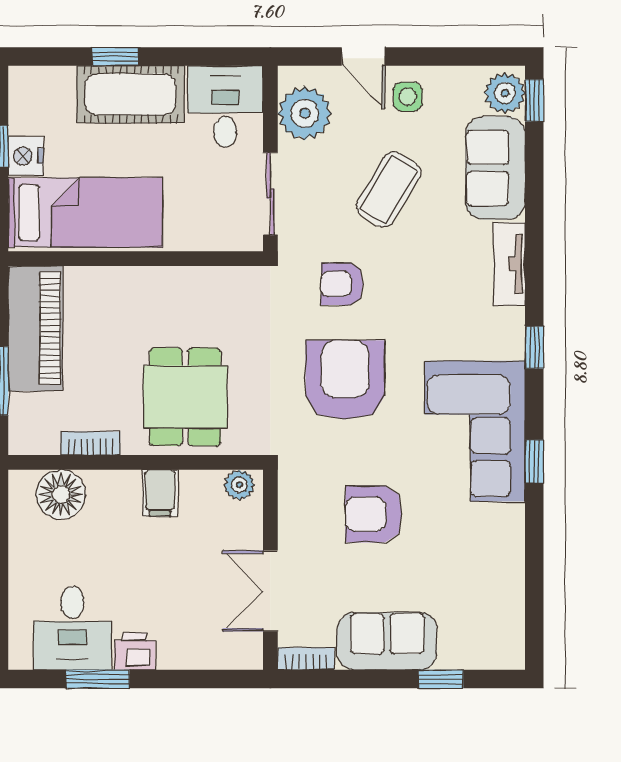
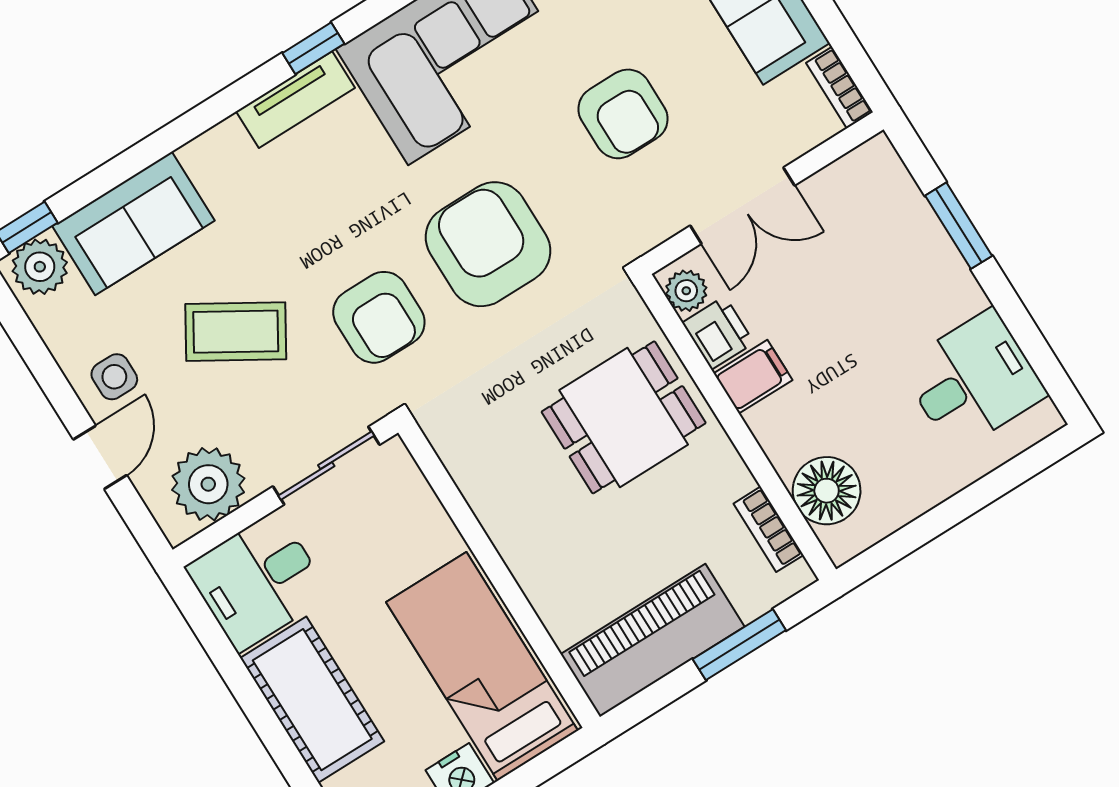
window: (115, 57) -> (279, 745), removed
tv unit: (509, 264) -> (295, 100), moved
armchair: (342, 284) -> (379, 317), width x1.38, depth x1.38
armchair: (345, 380) -> (488, 244), turned 90
bookcase: (90, 443) -> (768, 529), moved
double door: (270, 591) -> (742, 206), moved
printer: (135, 651) -> (718, 333), moved, turned 180
window: (98, 679) -> (959, 226), moved

